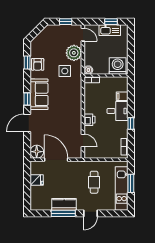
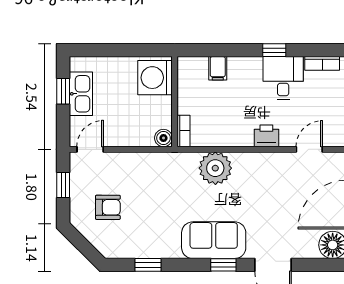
plant: (74, 53) -> (215, 168), moved
armchair: (38, 64) -> (108, 207), moved
side table: (65, 71) -> (166, 187), removed
desk: (117, 111) -> (283, 78), moved

